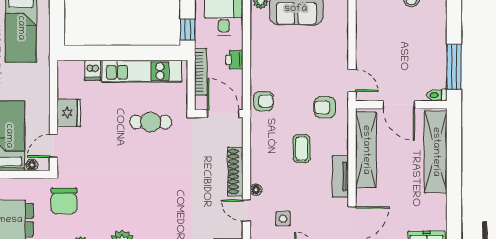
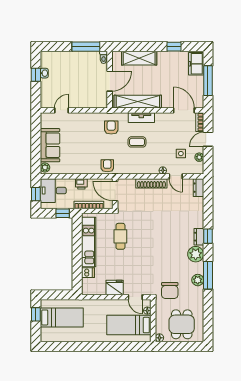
door: (352, 81) -> (62, 110), moved
armchair: (325, 107) -> (111, 127), turned 180
door: (223, 114) -> (115, 191), hinge flipped
shelving: (436, 152) -> (139, 58), width x0.68
tv unit: (341, 176) -> (141, 118), moved
chair: (64, 201) -> (170, 291), turned 90
window: (454, 208) -> (174, 47), added
door: (247, 210) -> (176, 176), hinge flipped

